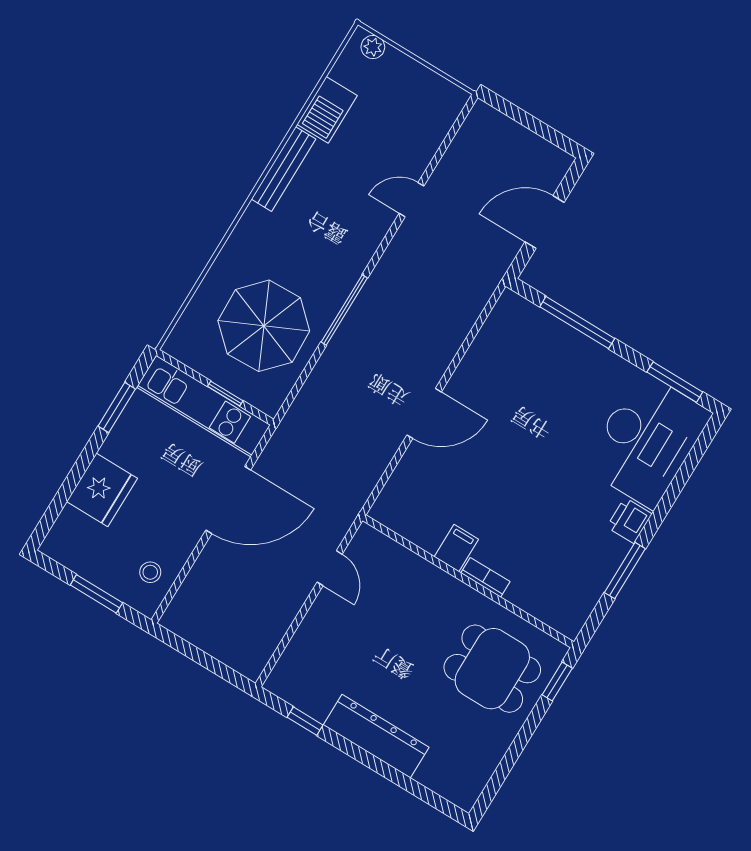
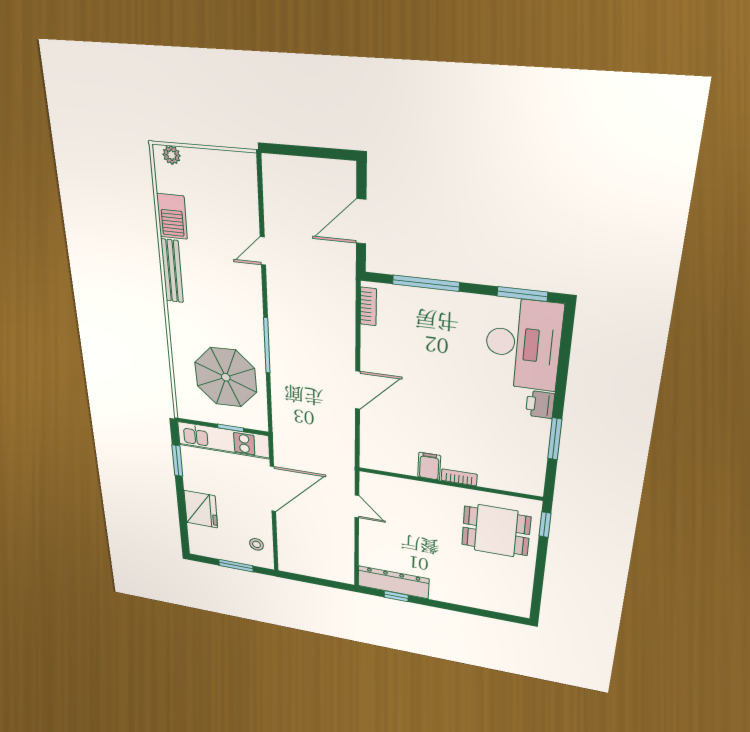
bookcase: (497, 319) -> (368, 306), added
dresser: (376, 736) -> (393, 582), moved

